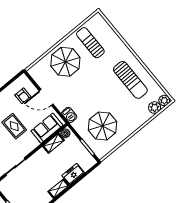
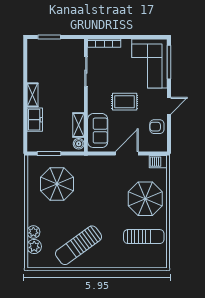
sun lounger: (130, 80) -> (79, 245), turned -36
armchair: (23, 96) -> (157, 127), moved
plant: (164, 100) -> (33, 232), moved
barbecue: (69, 115) -> (158, 162), moved

